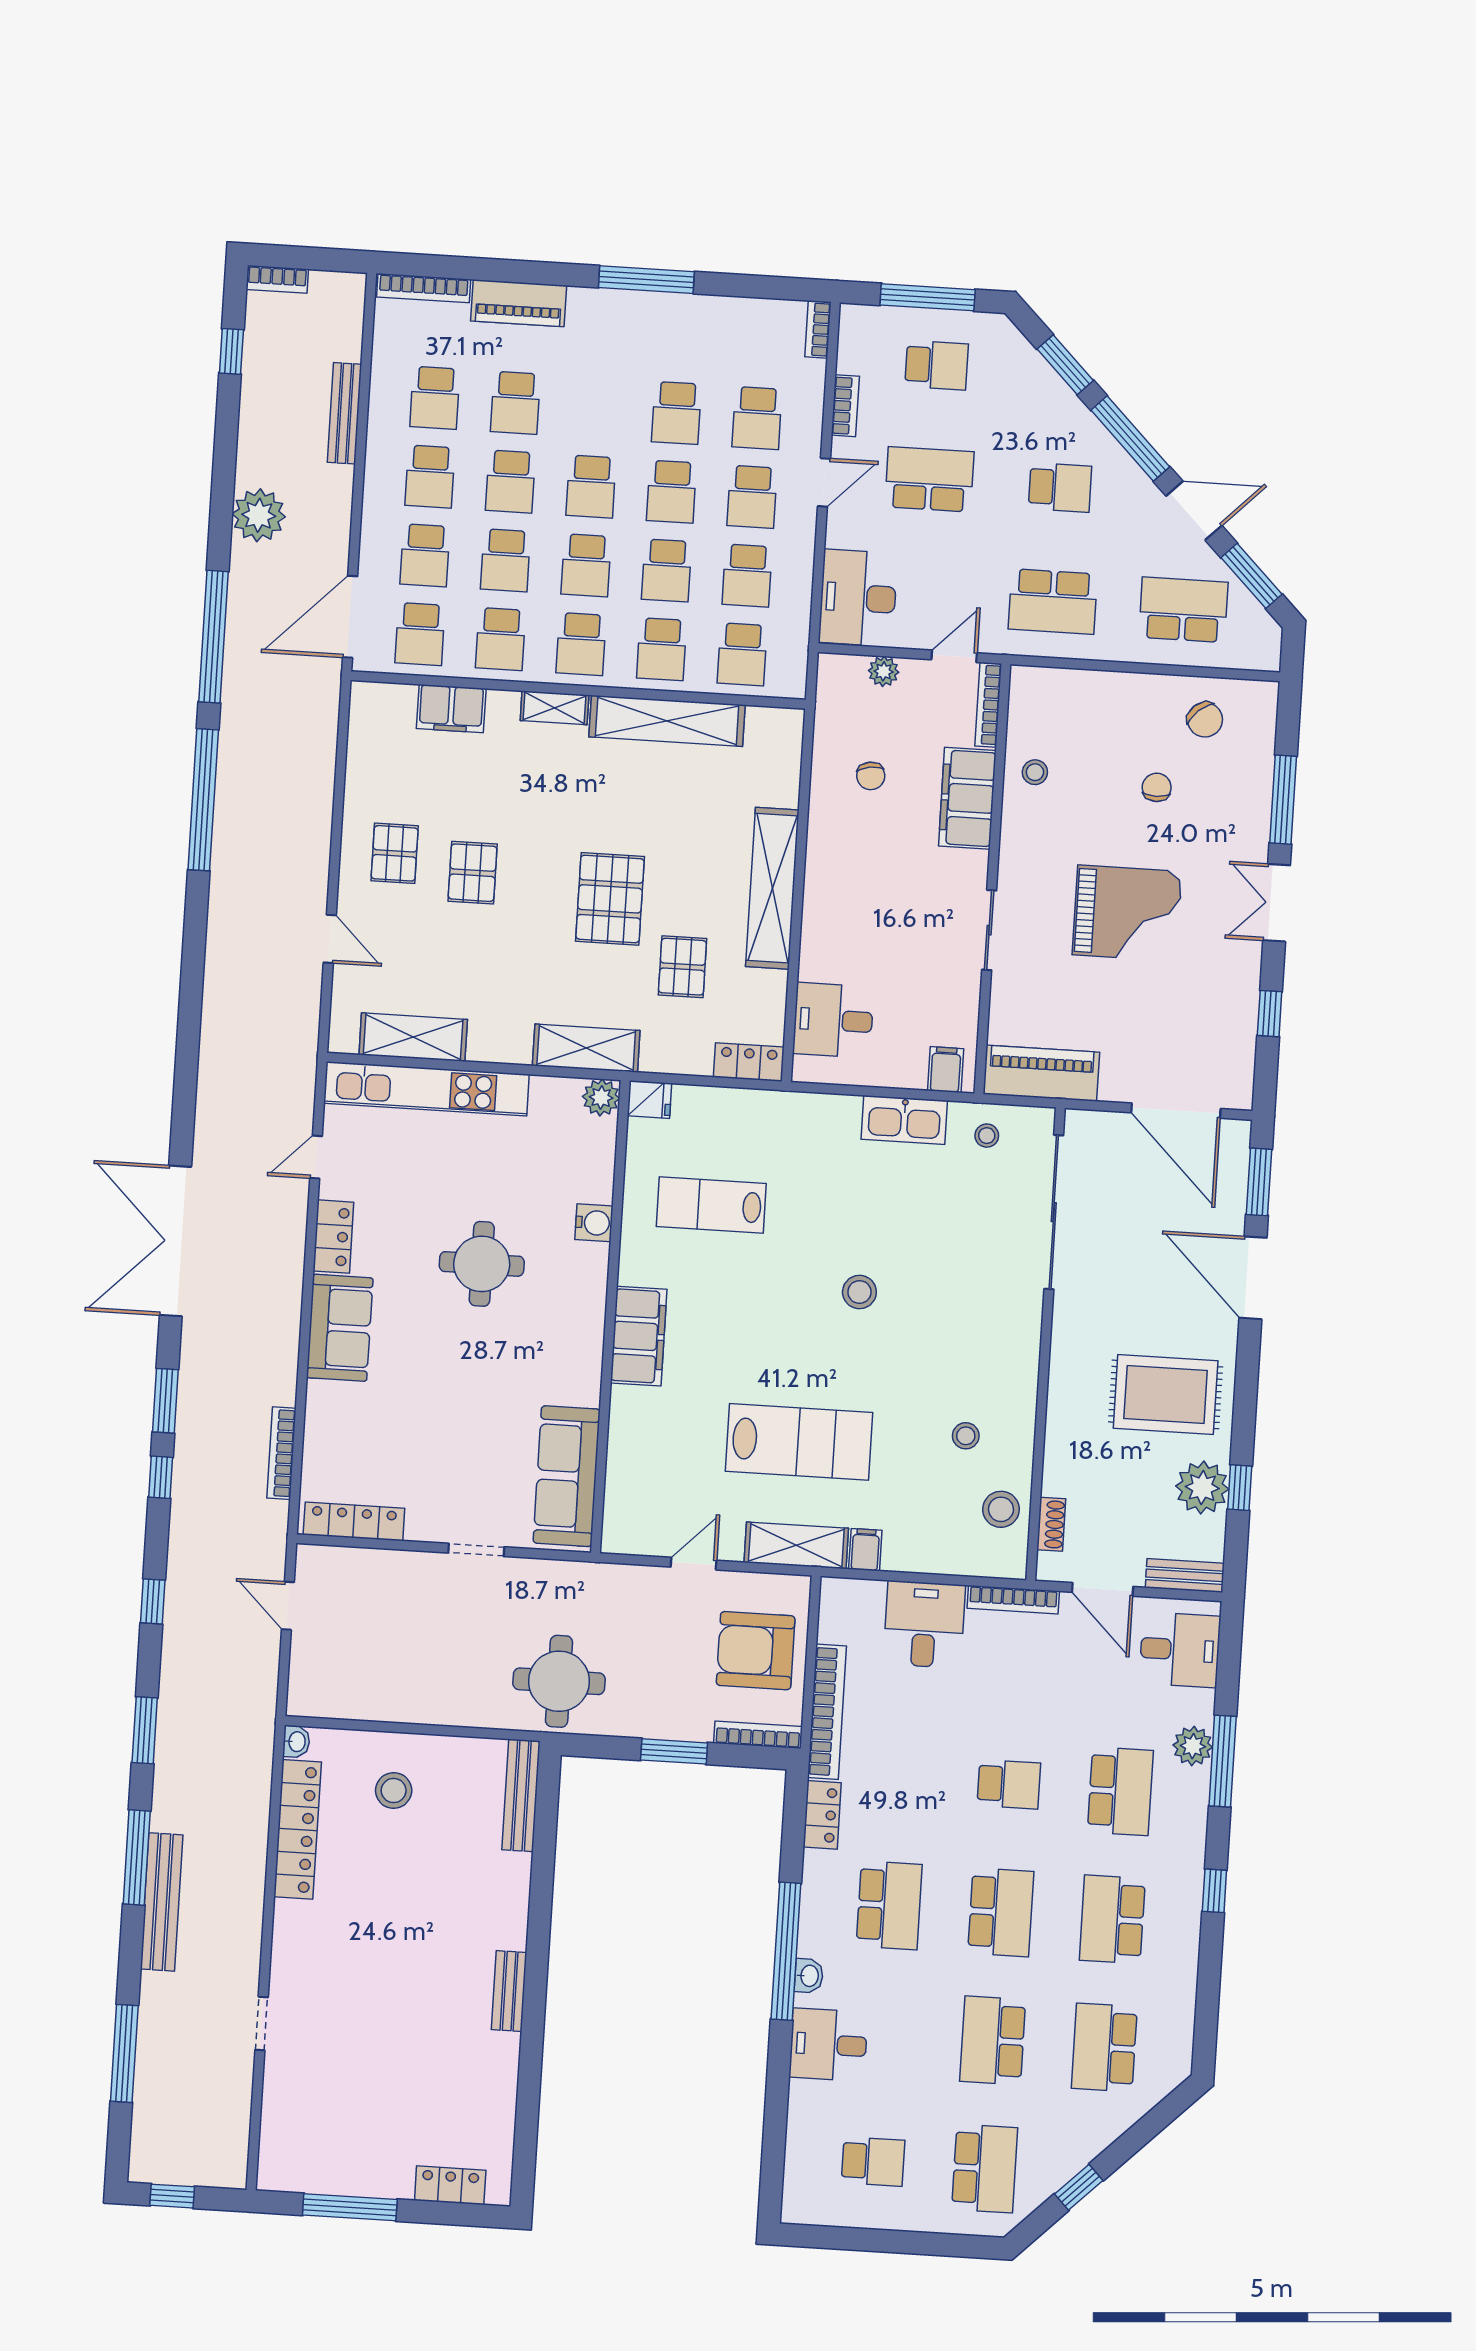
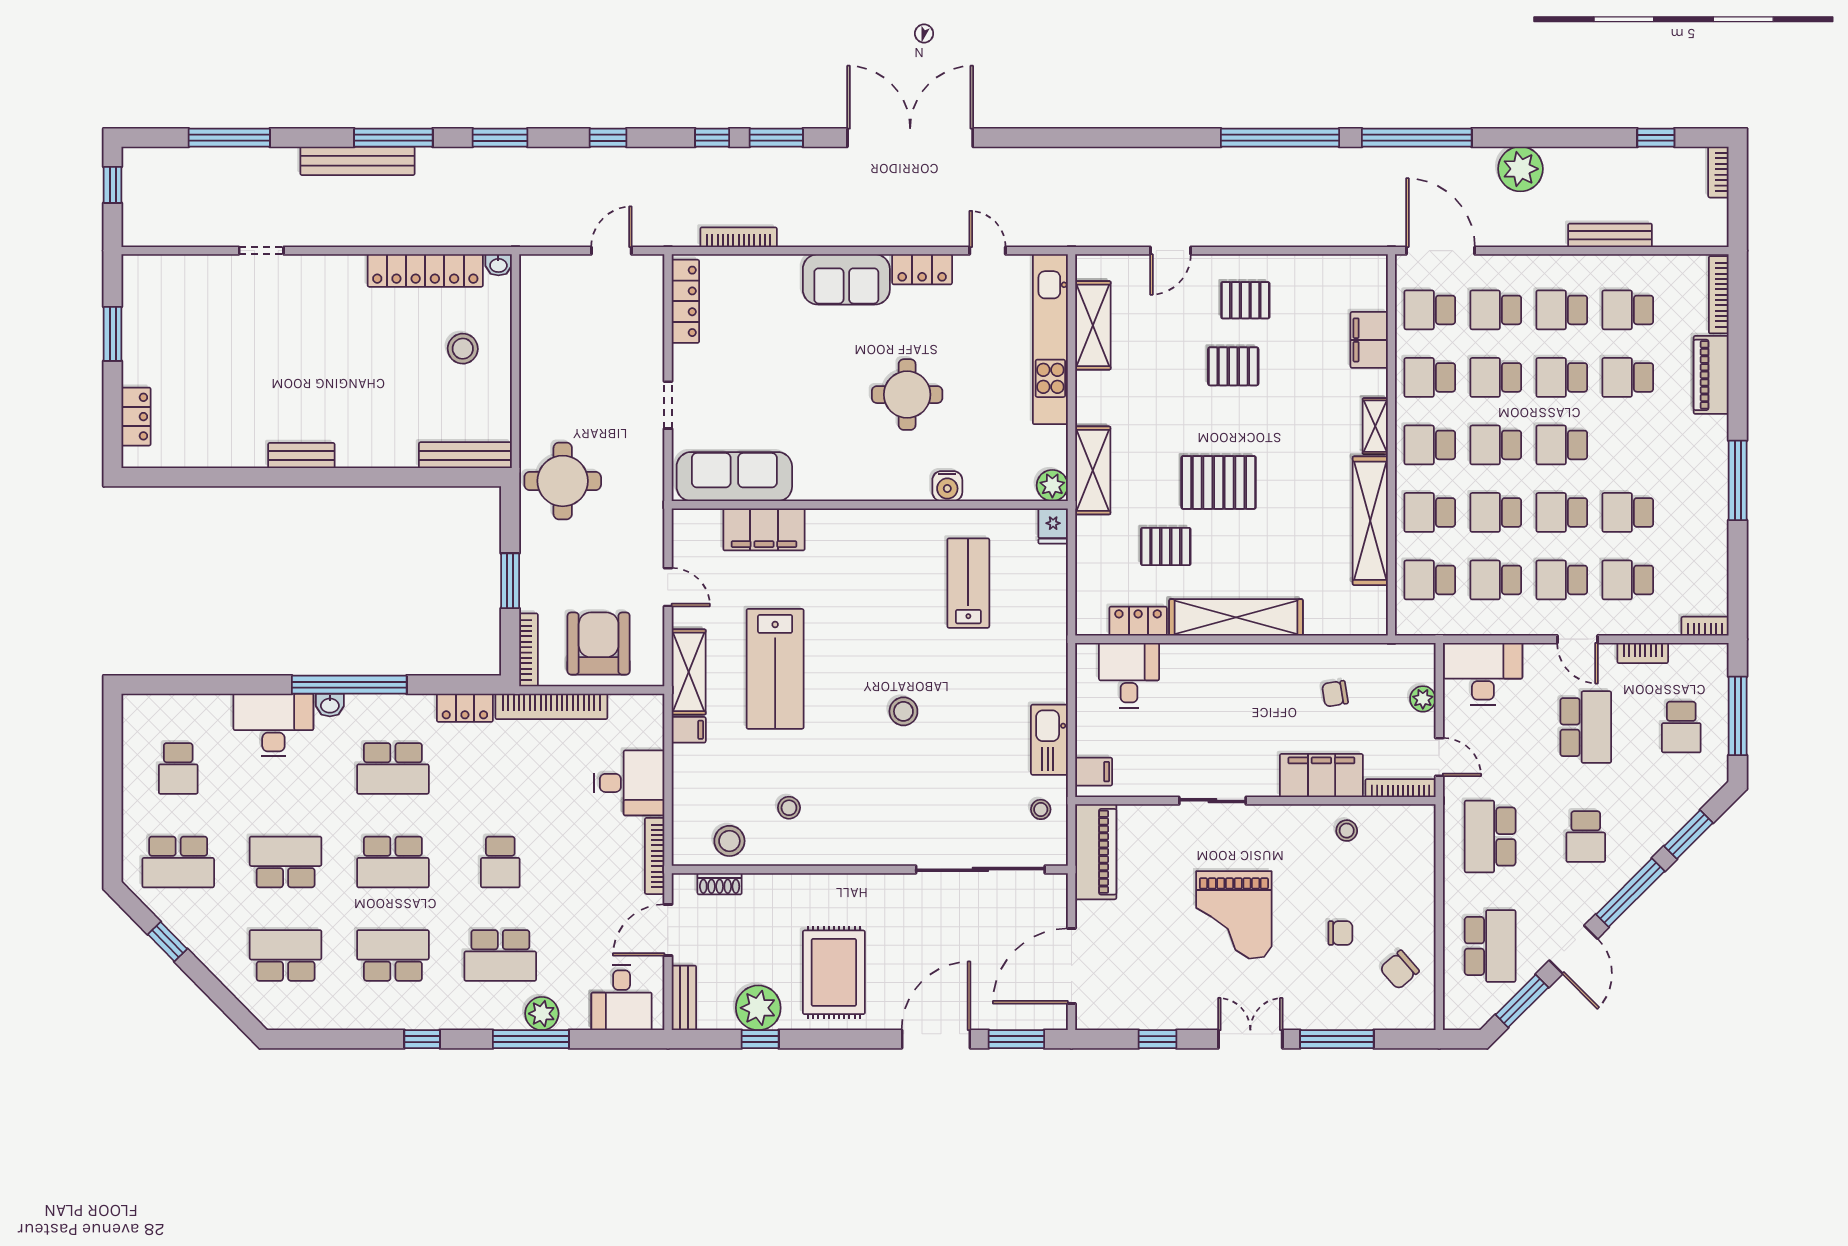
locker: (749, 1062) -> (1138, 621), moved, turned -90
filing cabinet: (639, 1336) -> (764, 529), moved
desk: (828, 2045) -> (273, 725), width x1.37
window: (350, 2207) -> (113, 334), width x0.69

